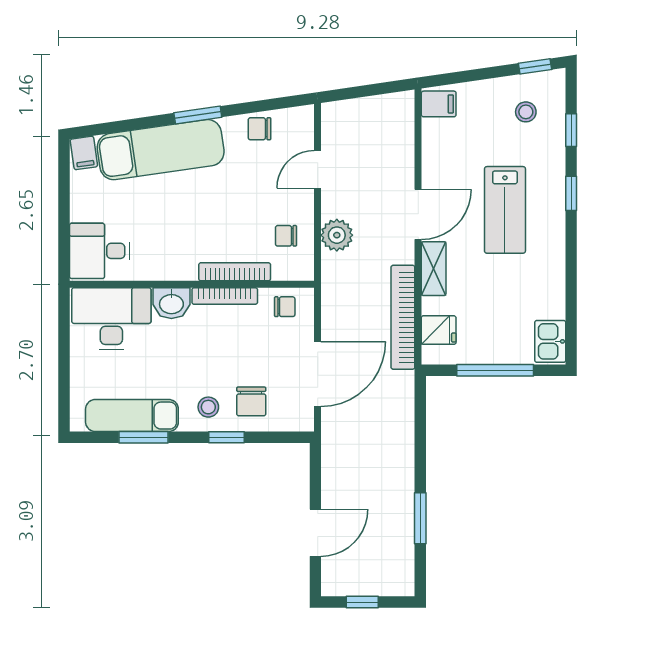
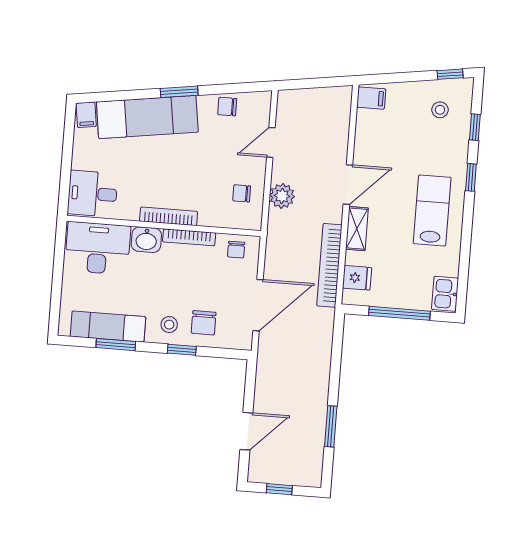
lab bench: (505, 210) -> (432, 210), moved, turned 180
bookcase: (235, 272) -> (169, 216), moved
chair: (285, 307) -> (236, 250), turned 90

